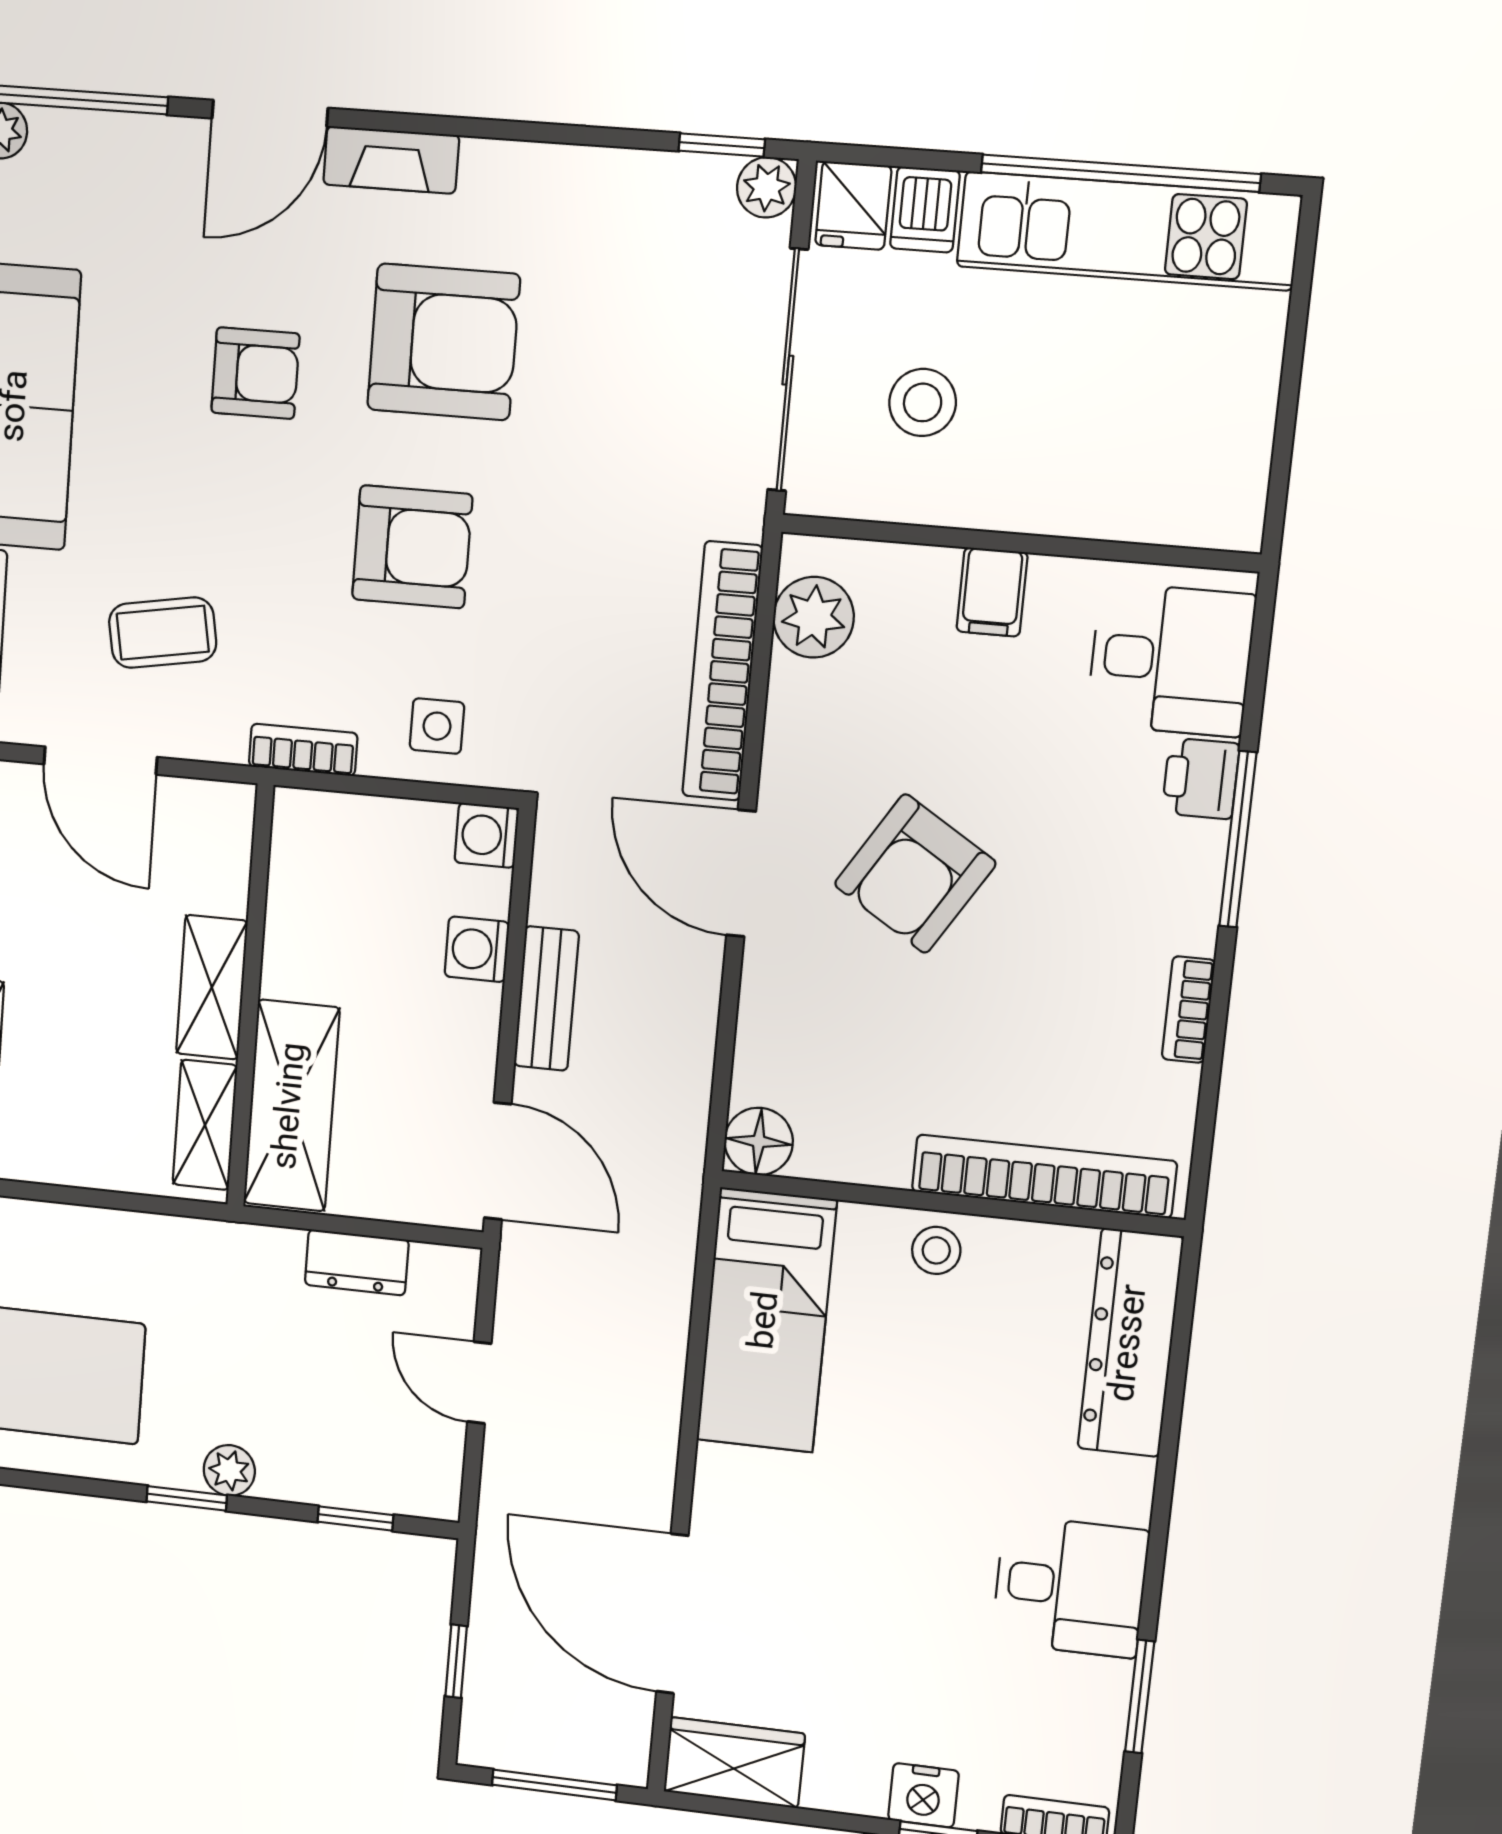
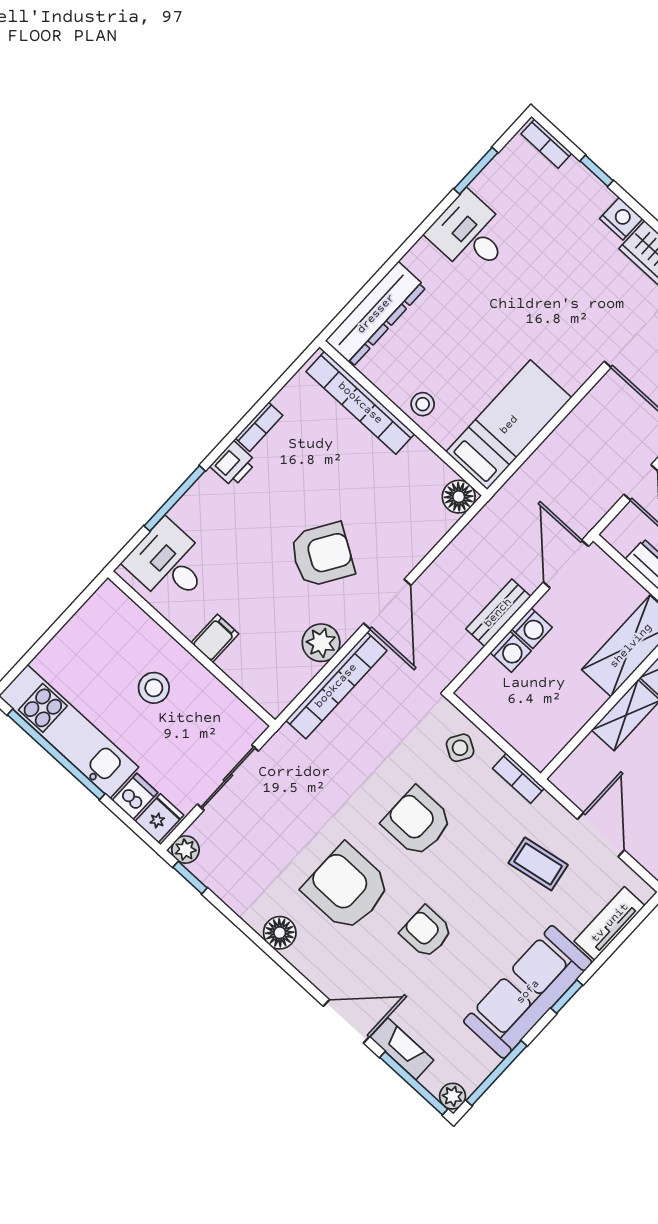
fireplace: (391, 160) -> (402, 1049), moved
floor lamp: (497, 174) -> (280, 933), added
sliding door: (788, 370) -> (228, 778), width x0.73
stool: (923, 402) -> (154, 688), moved
plant: (814, 617) -> (321, 643), moved
side table: (437, 726) -> (460, 748), turned 31
printer: (1201, 778) -> (233, 464), moved
washing machine: (487, 835) -> (532, 628), moved
window: (1238, 839) -> (175, 498), moved
nightstand: (924, 1795) -> (621, 219), moved

